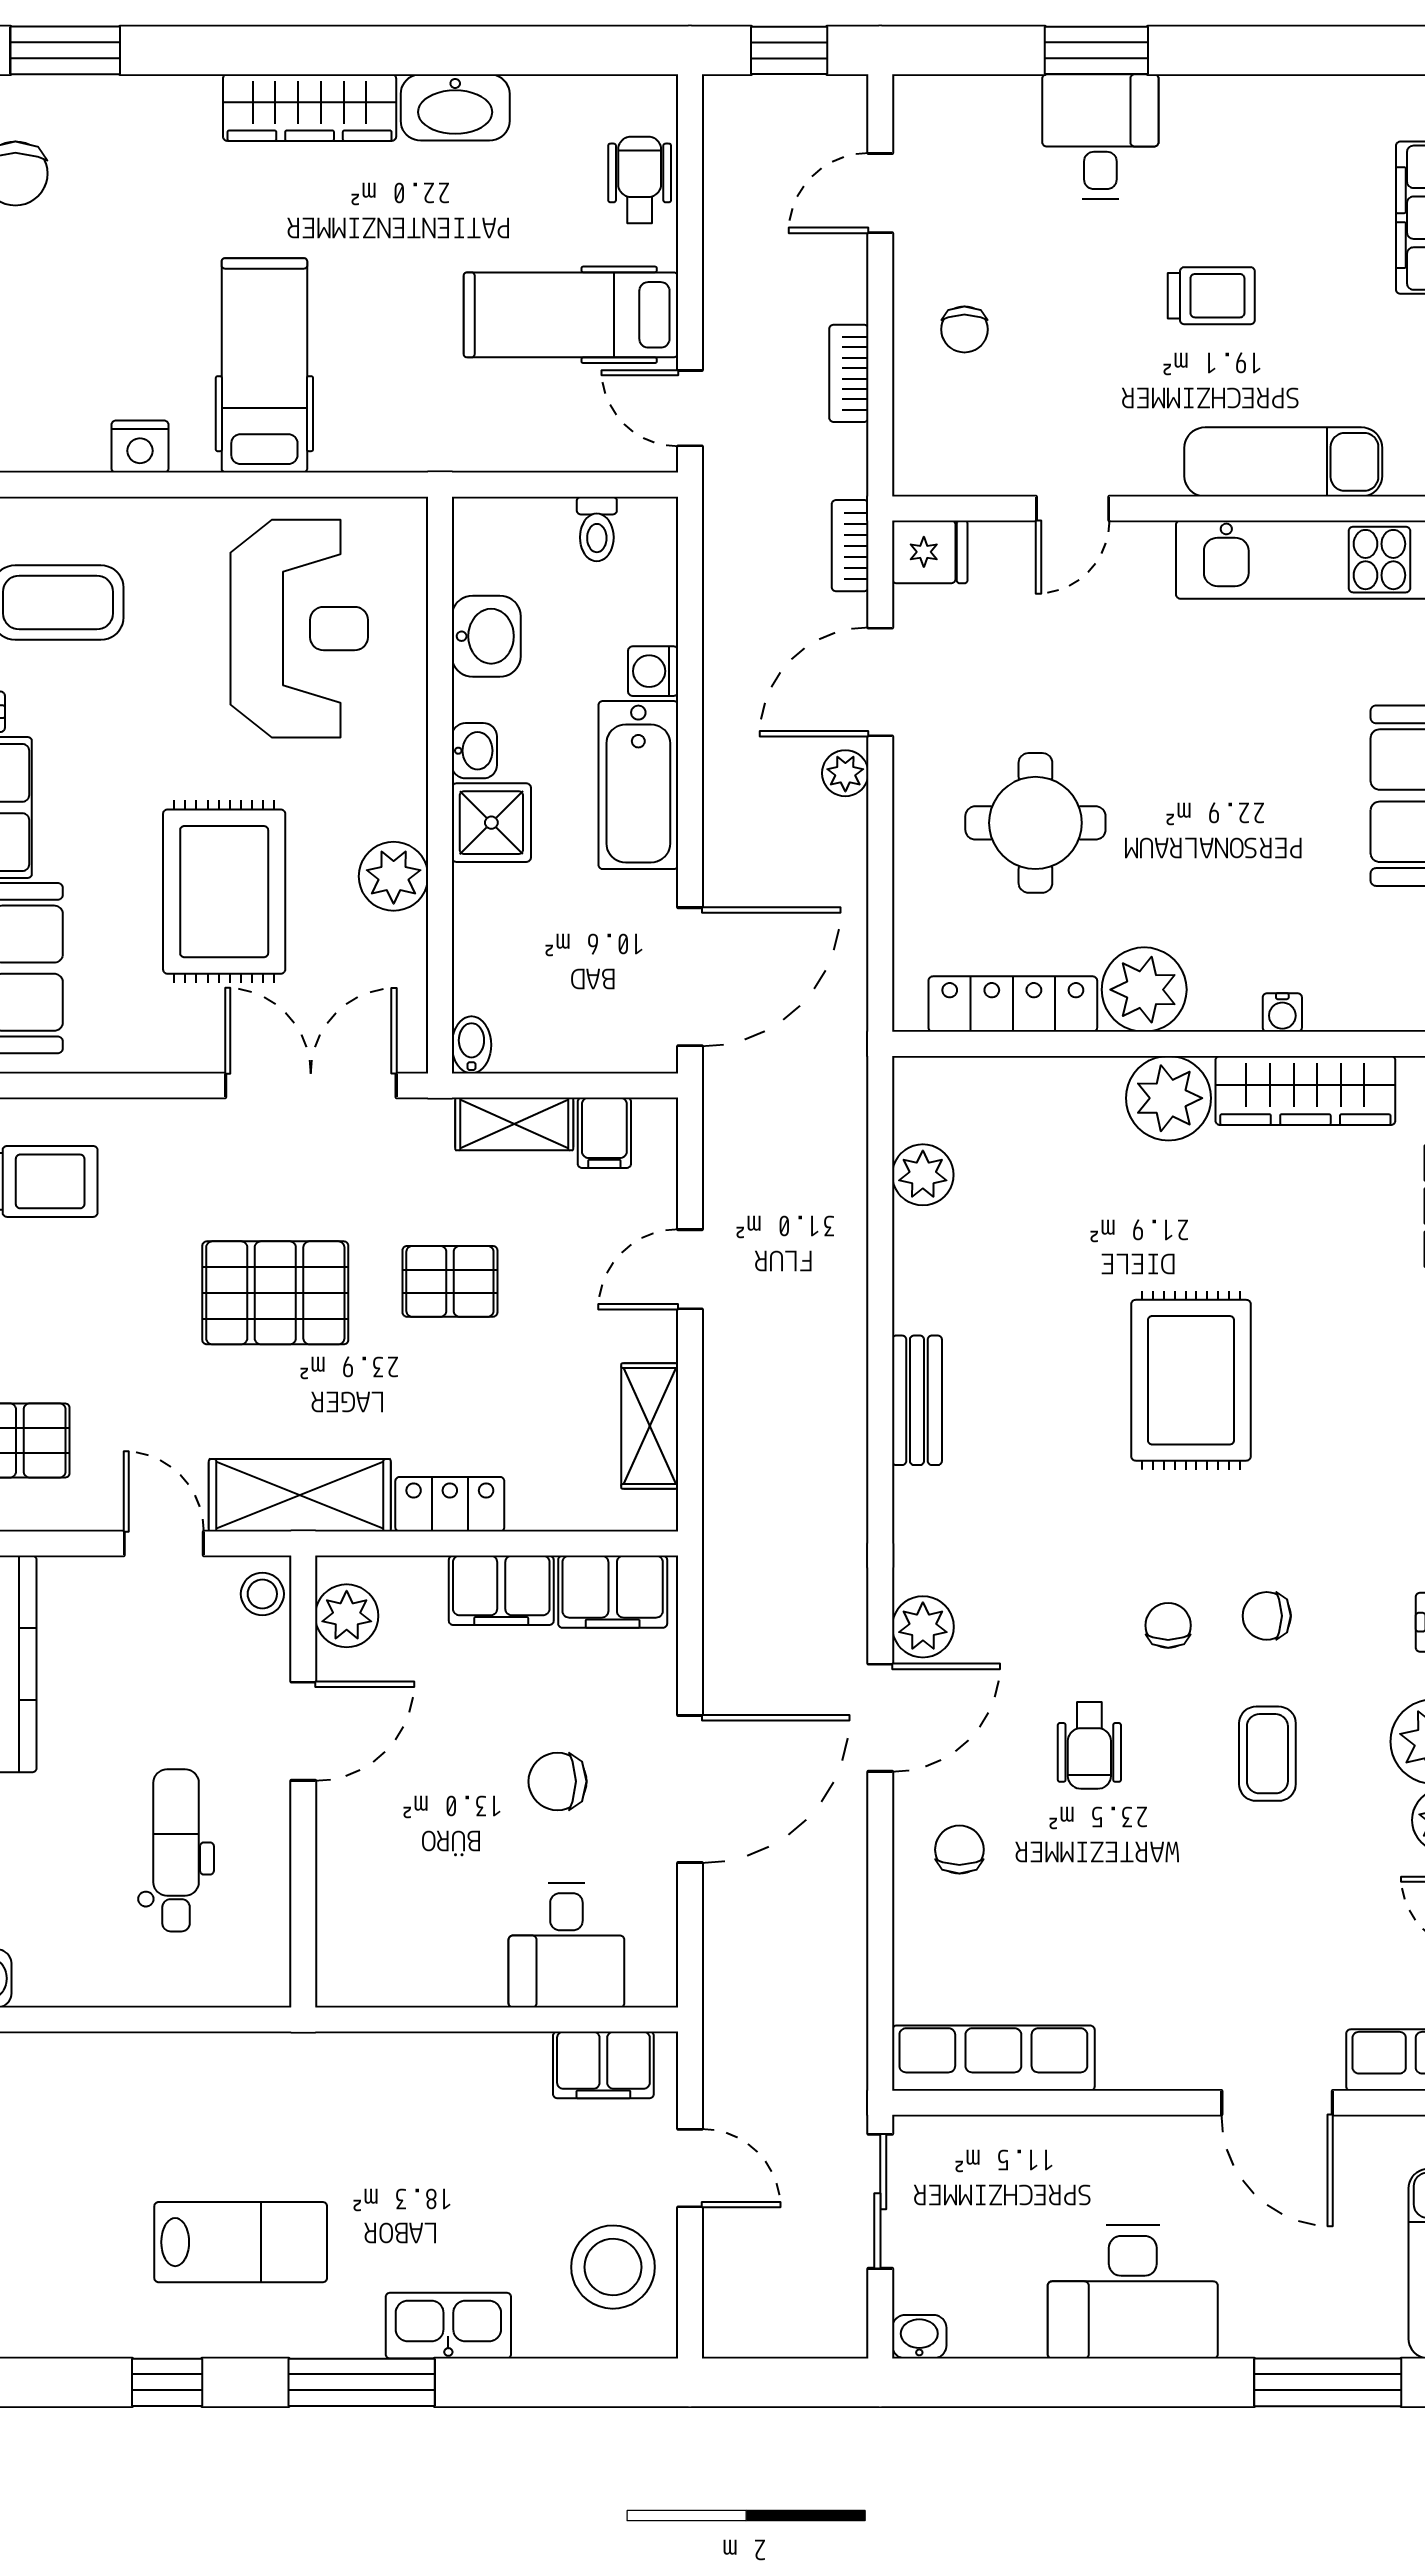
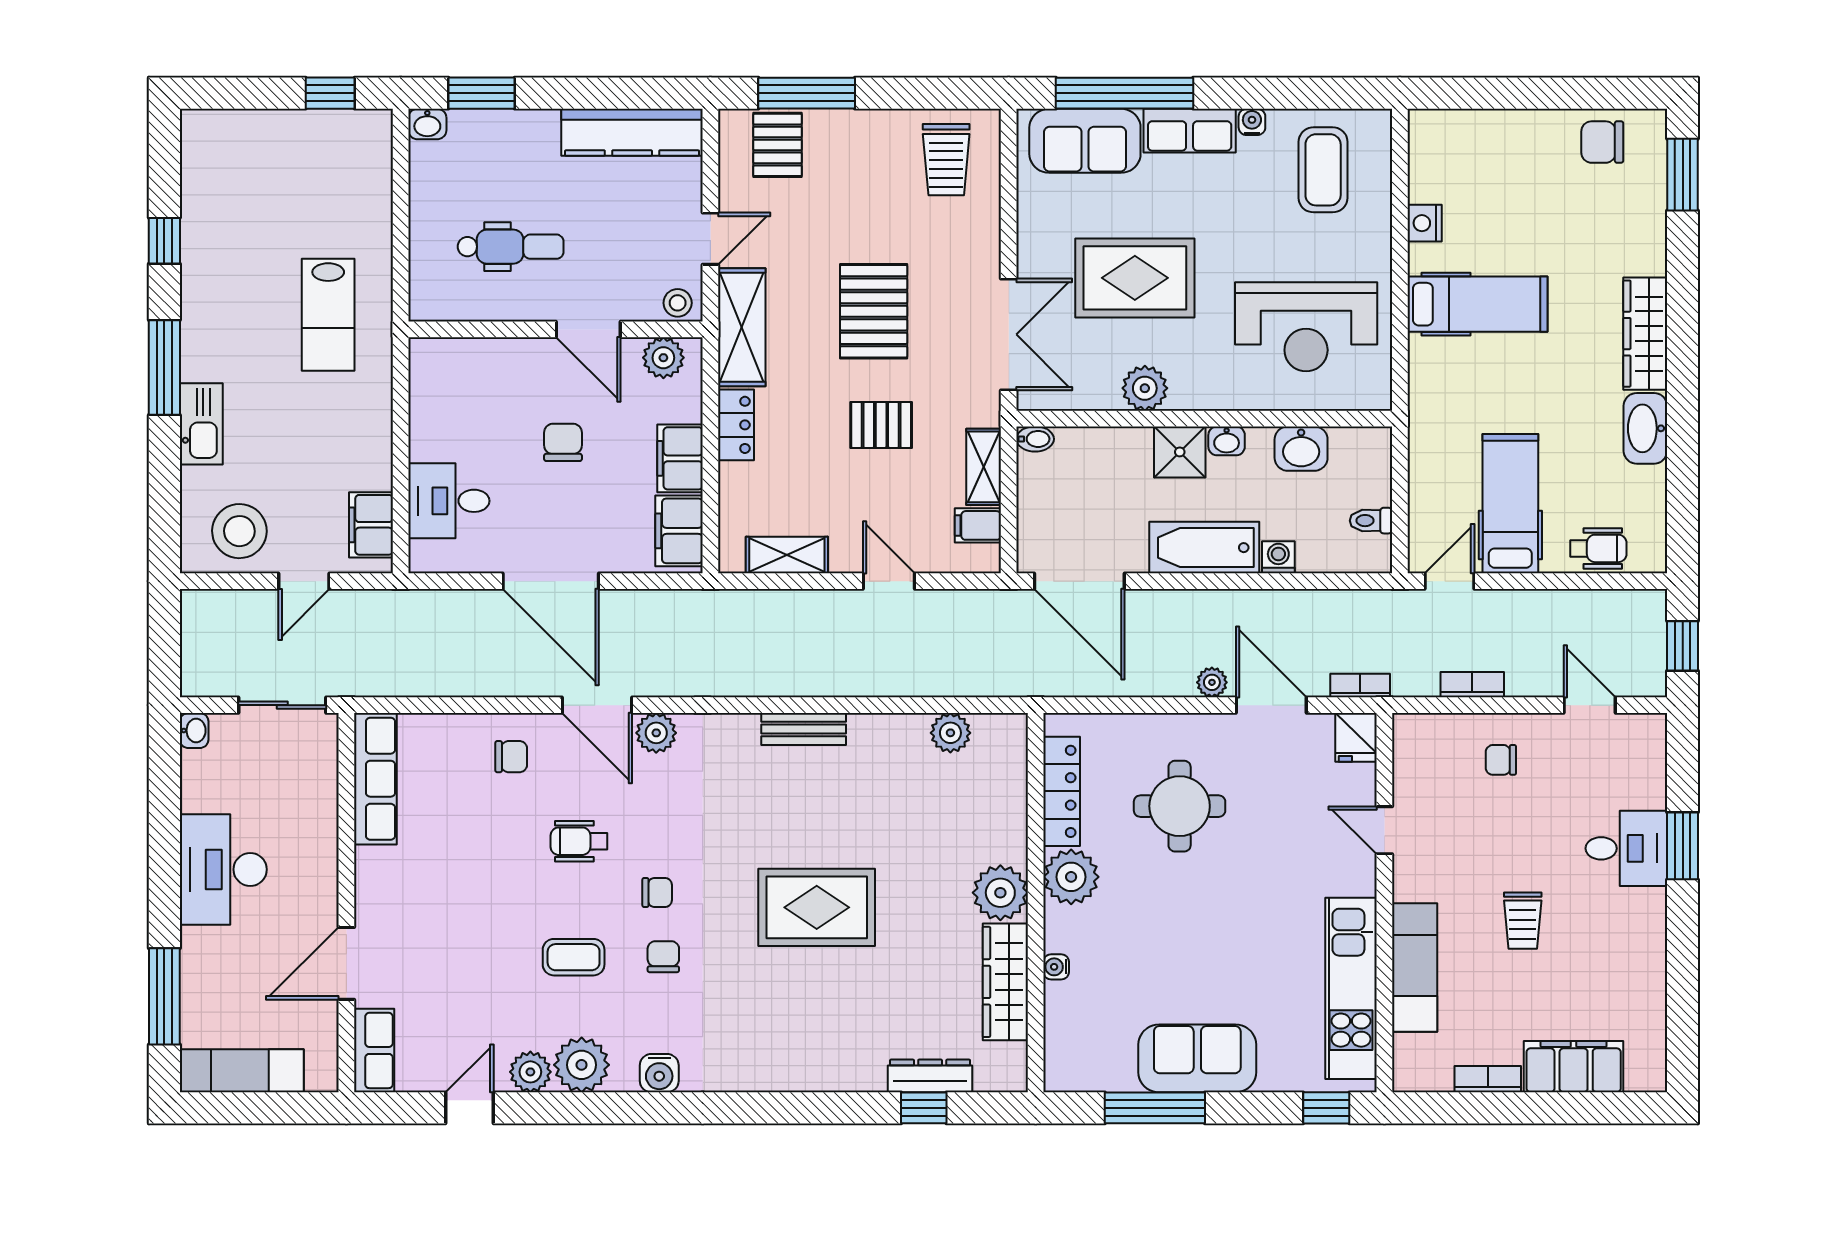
pallet: (450, 1281) -> (881, 425), turned 90
chair: (558, 1781) -> (563, 442), moved
lab bench: (241, 2242) -> (328, 315), moved

